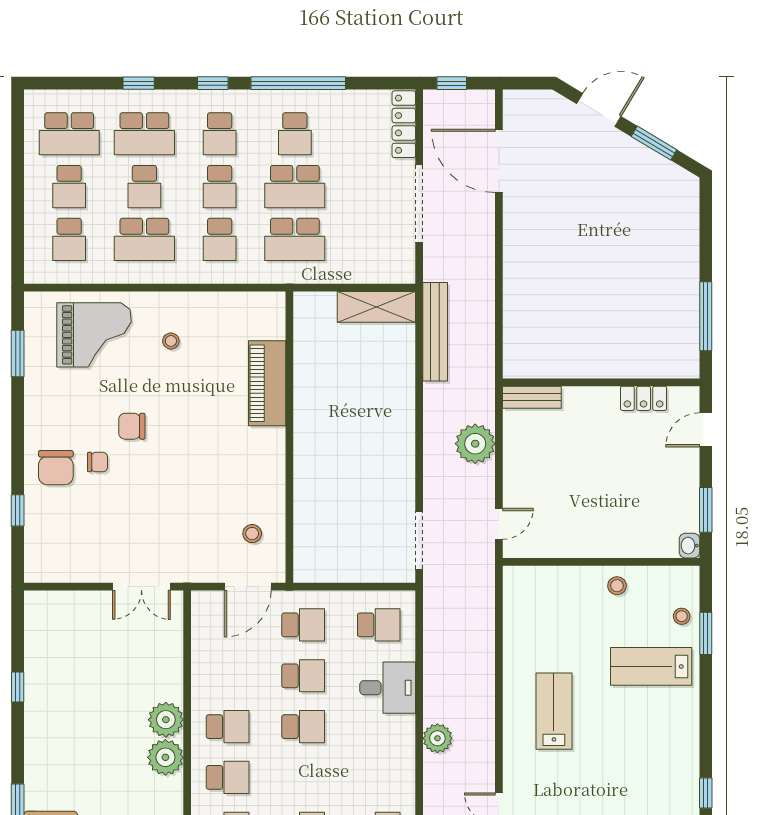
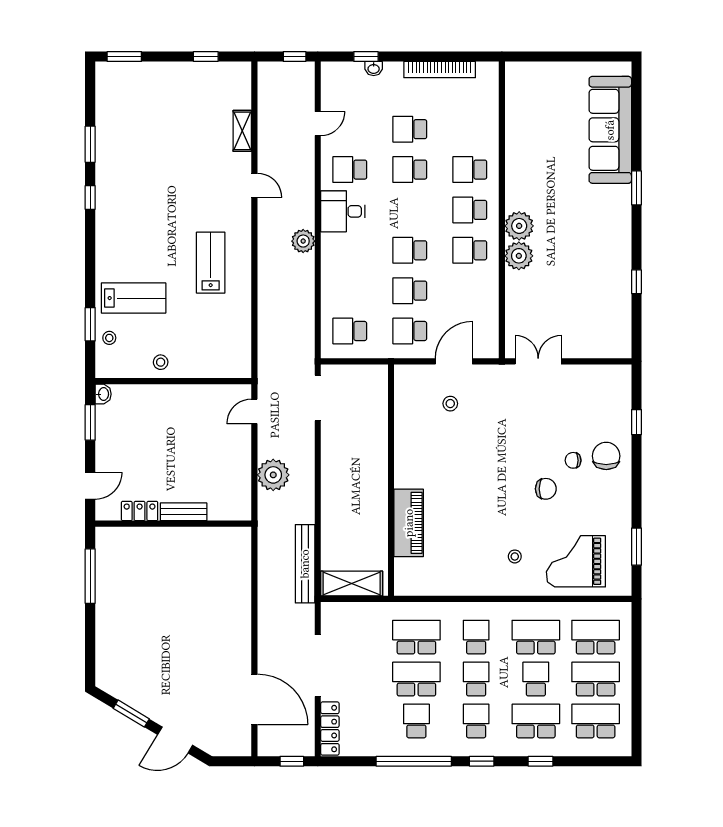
school desk: (69, 187) -> (596, 679), width x1.85
school desk: (69, 239) -> (596, 637), width x1.85
piano: (267, 383) -> (409, 523), moved
bench: (532, 397) -> (184, 512), moved
wall: (289, 437) -> (391, 480), moved
desk: (388, 688) -> (343, 211), moved
lab bench: (554, 711) -> (211, 263), turned 180

